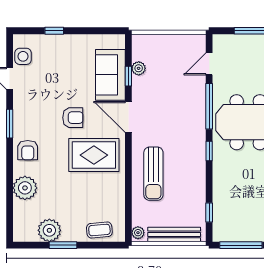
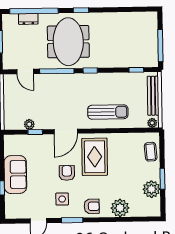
side table: (23, 56) -> (62, 199), moved
sofa: (110, 75) -> (15, 175), moved, turned -90

